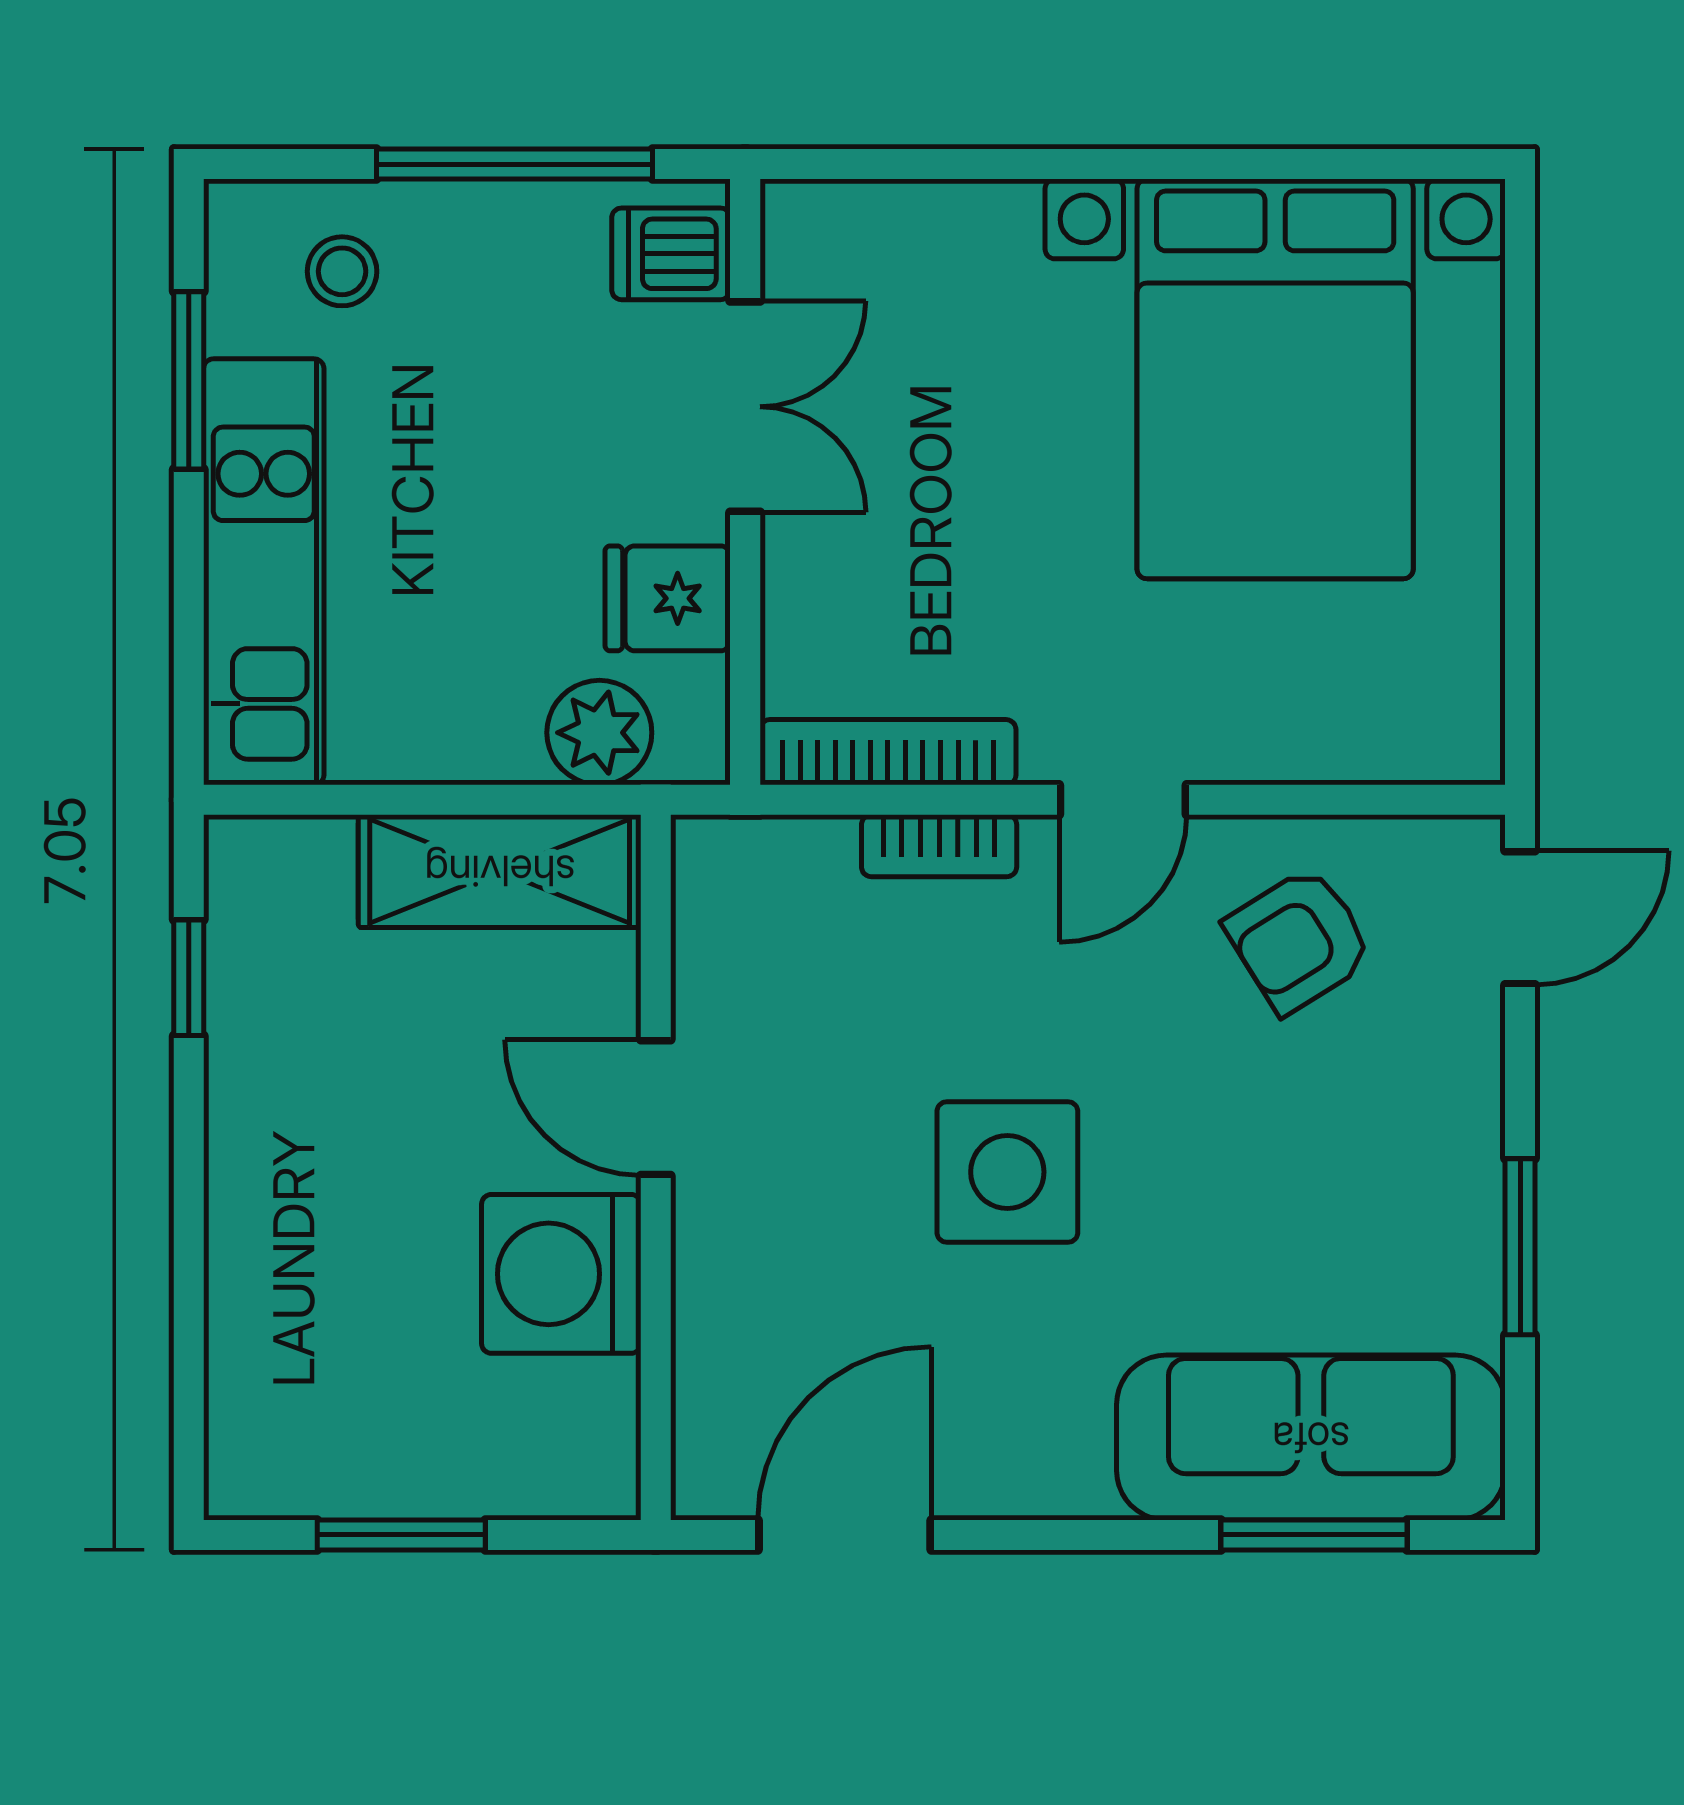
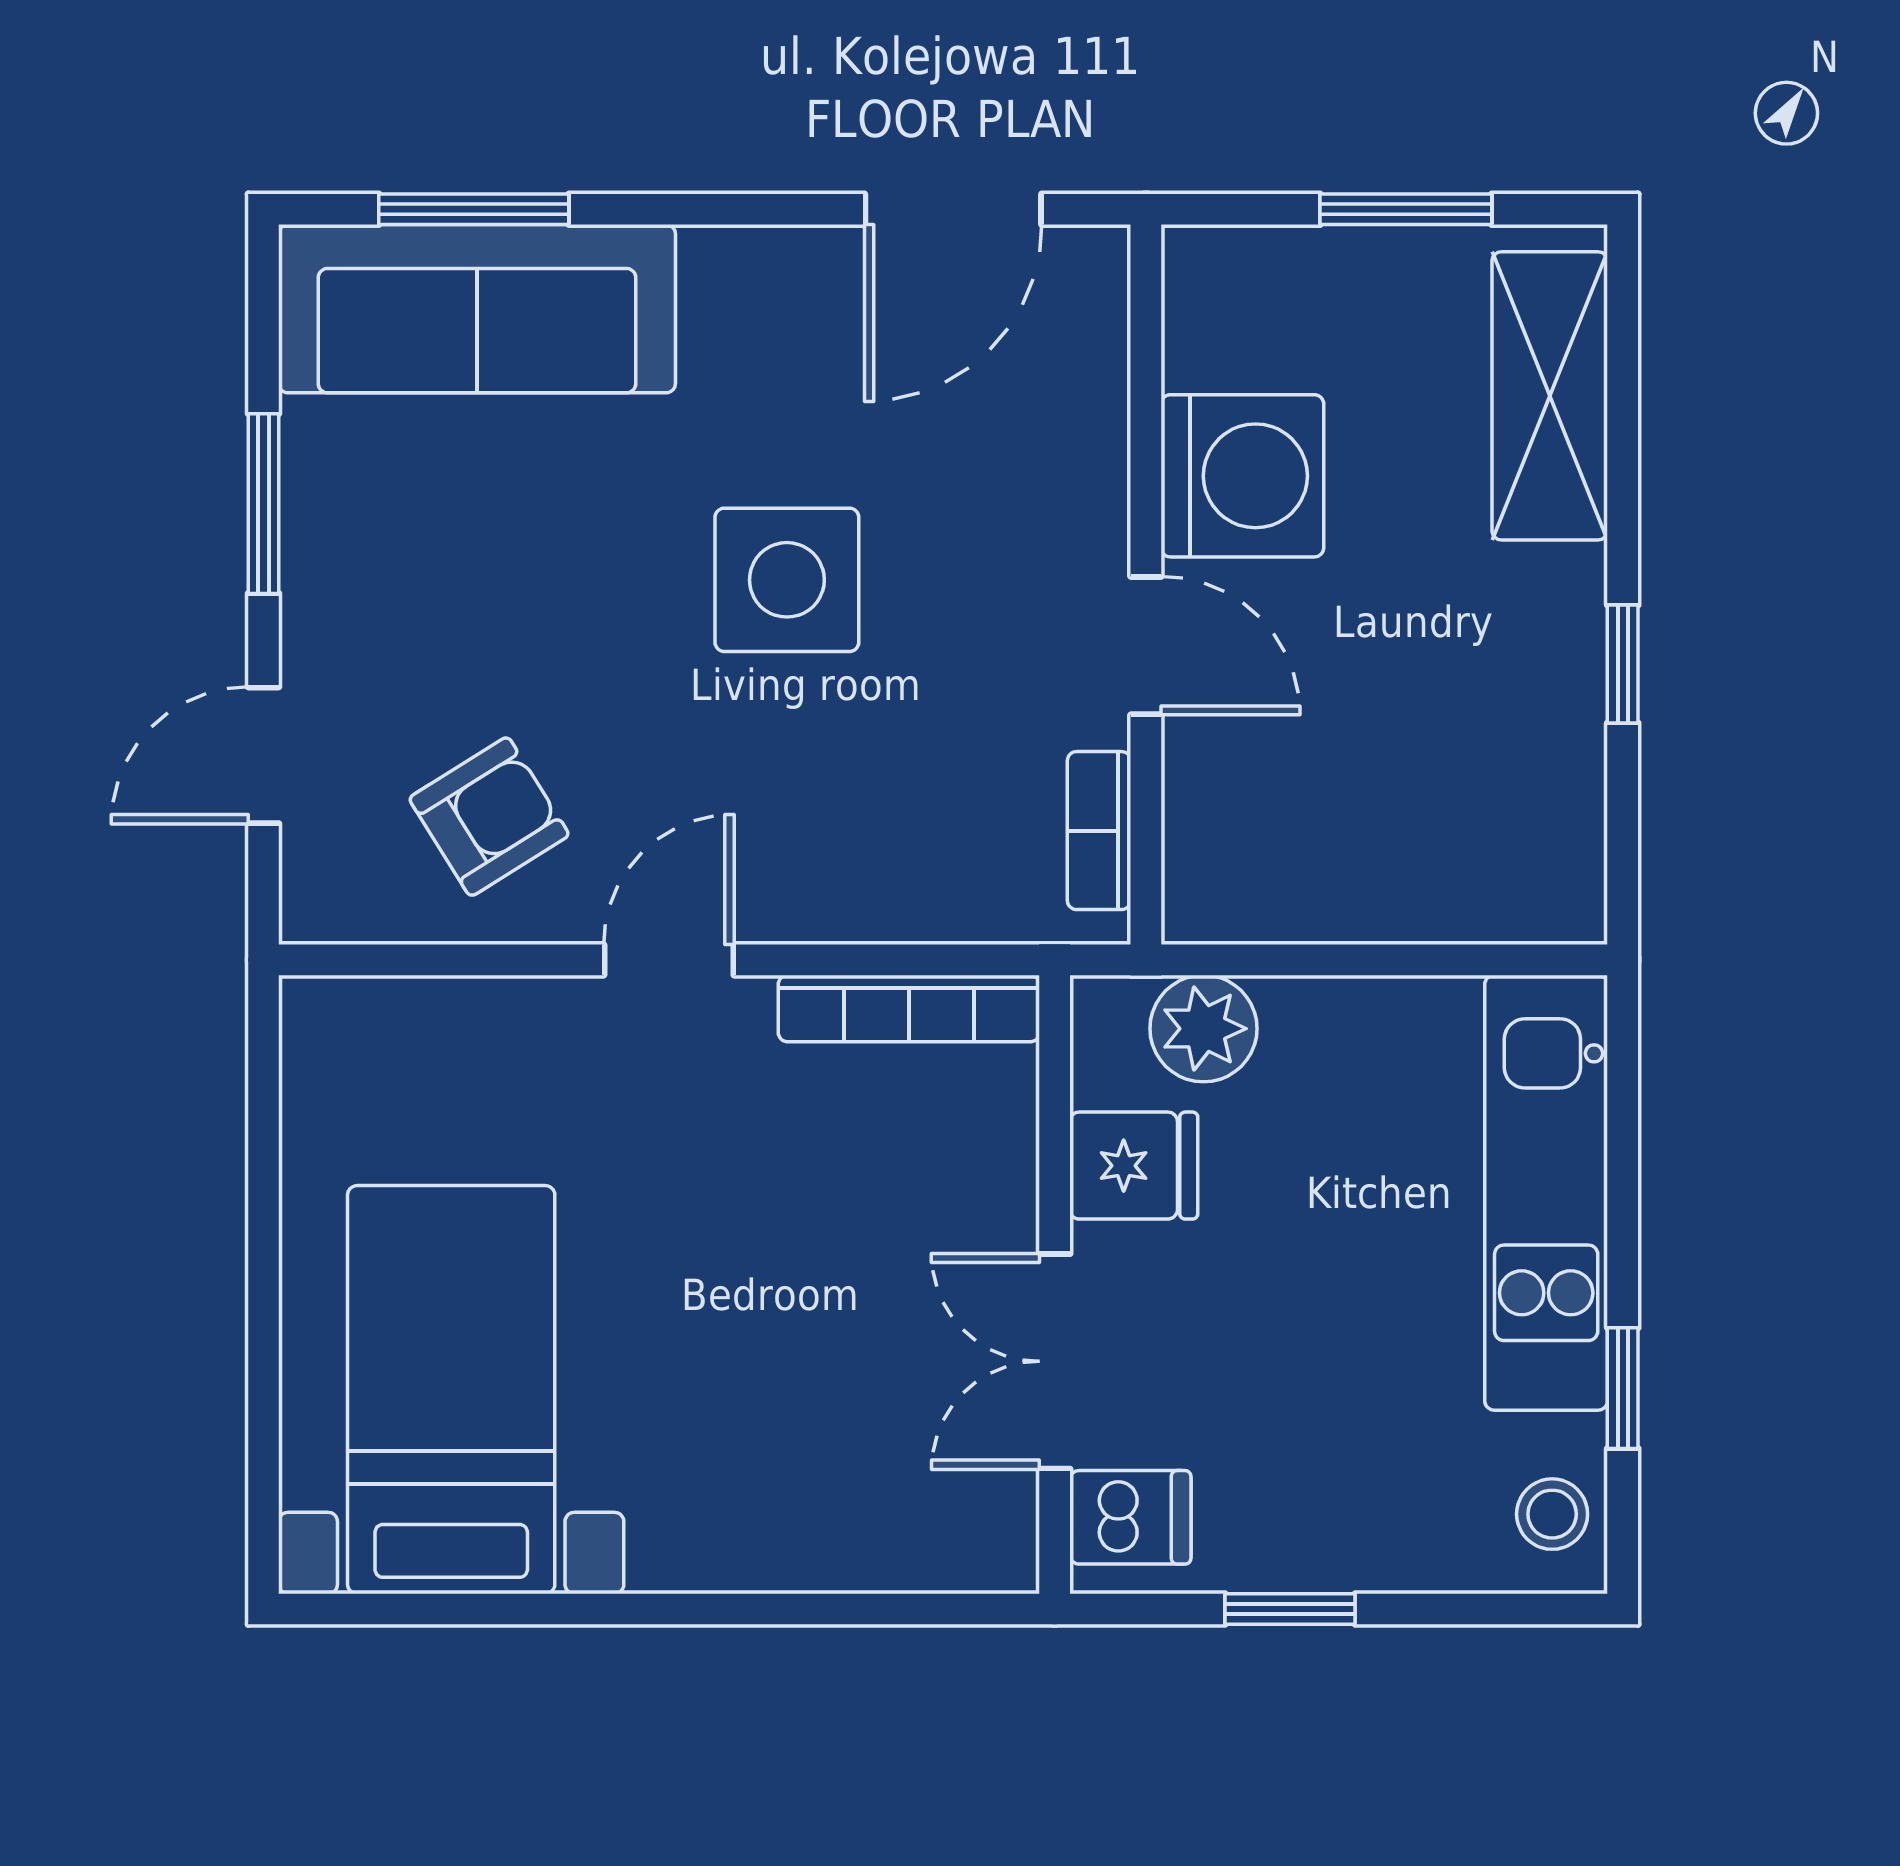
window: (515, 164) -> (1290, 1609), width x0.46
stool: (342, 271) -> (1552, 1514), moved
bed with nightstands: (1275, 379) -> (451, 1390), width x0.73
window: (189, 380) -> (1623, 1388), width x0.67
bookcase: (939, 846) -> (1099, 831), moved, turned -90
shelving: (500, 871) -> (1550, 396), moved, turned 90
door: (1520, 918) -> (263, 755), moved
window: (189, 978) -> (1623, 664), moved

